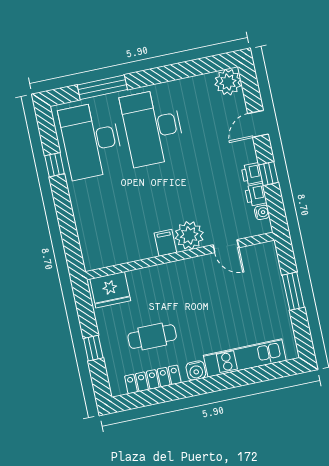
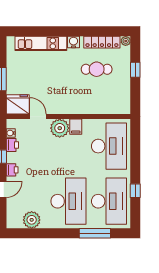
plant: (228, 82) -> (32, 220), moved
printer: (252, 174) -> (12, 170), moved
desk: (109, 224) -> (109, 146), added
fridge: (110, 290) -> (18, 104), moved
plant: (117, 389) -> (126, 41), added

